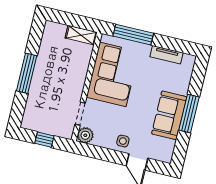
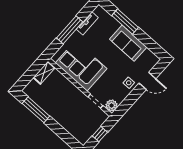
window: (133, 35) -> (70, 30), moved
window: (27, 73) -> (36, 110), moved
window: (189, 113) -> (125, 21), moved

